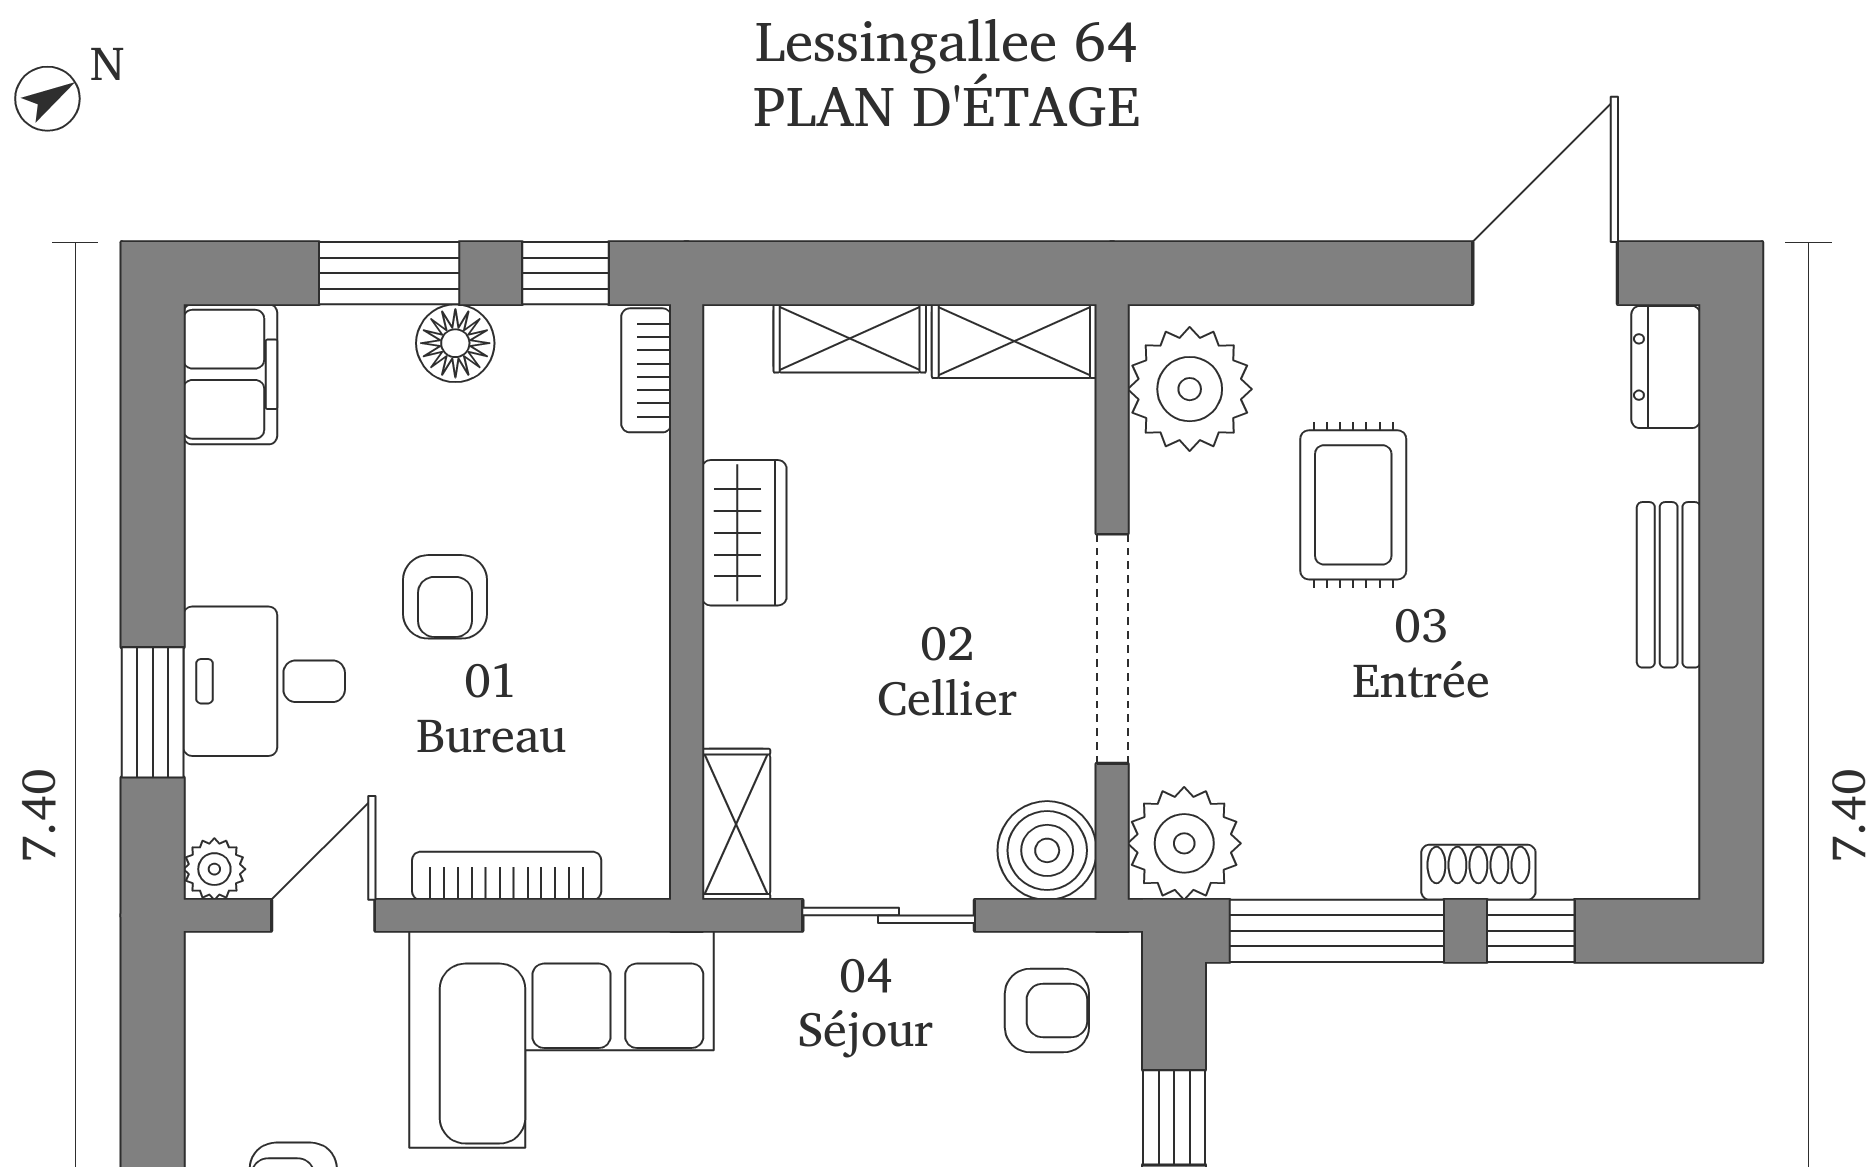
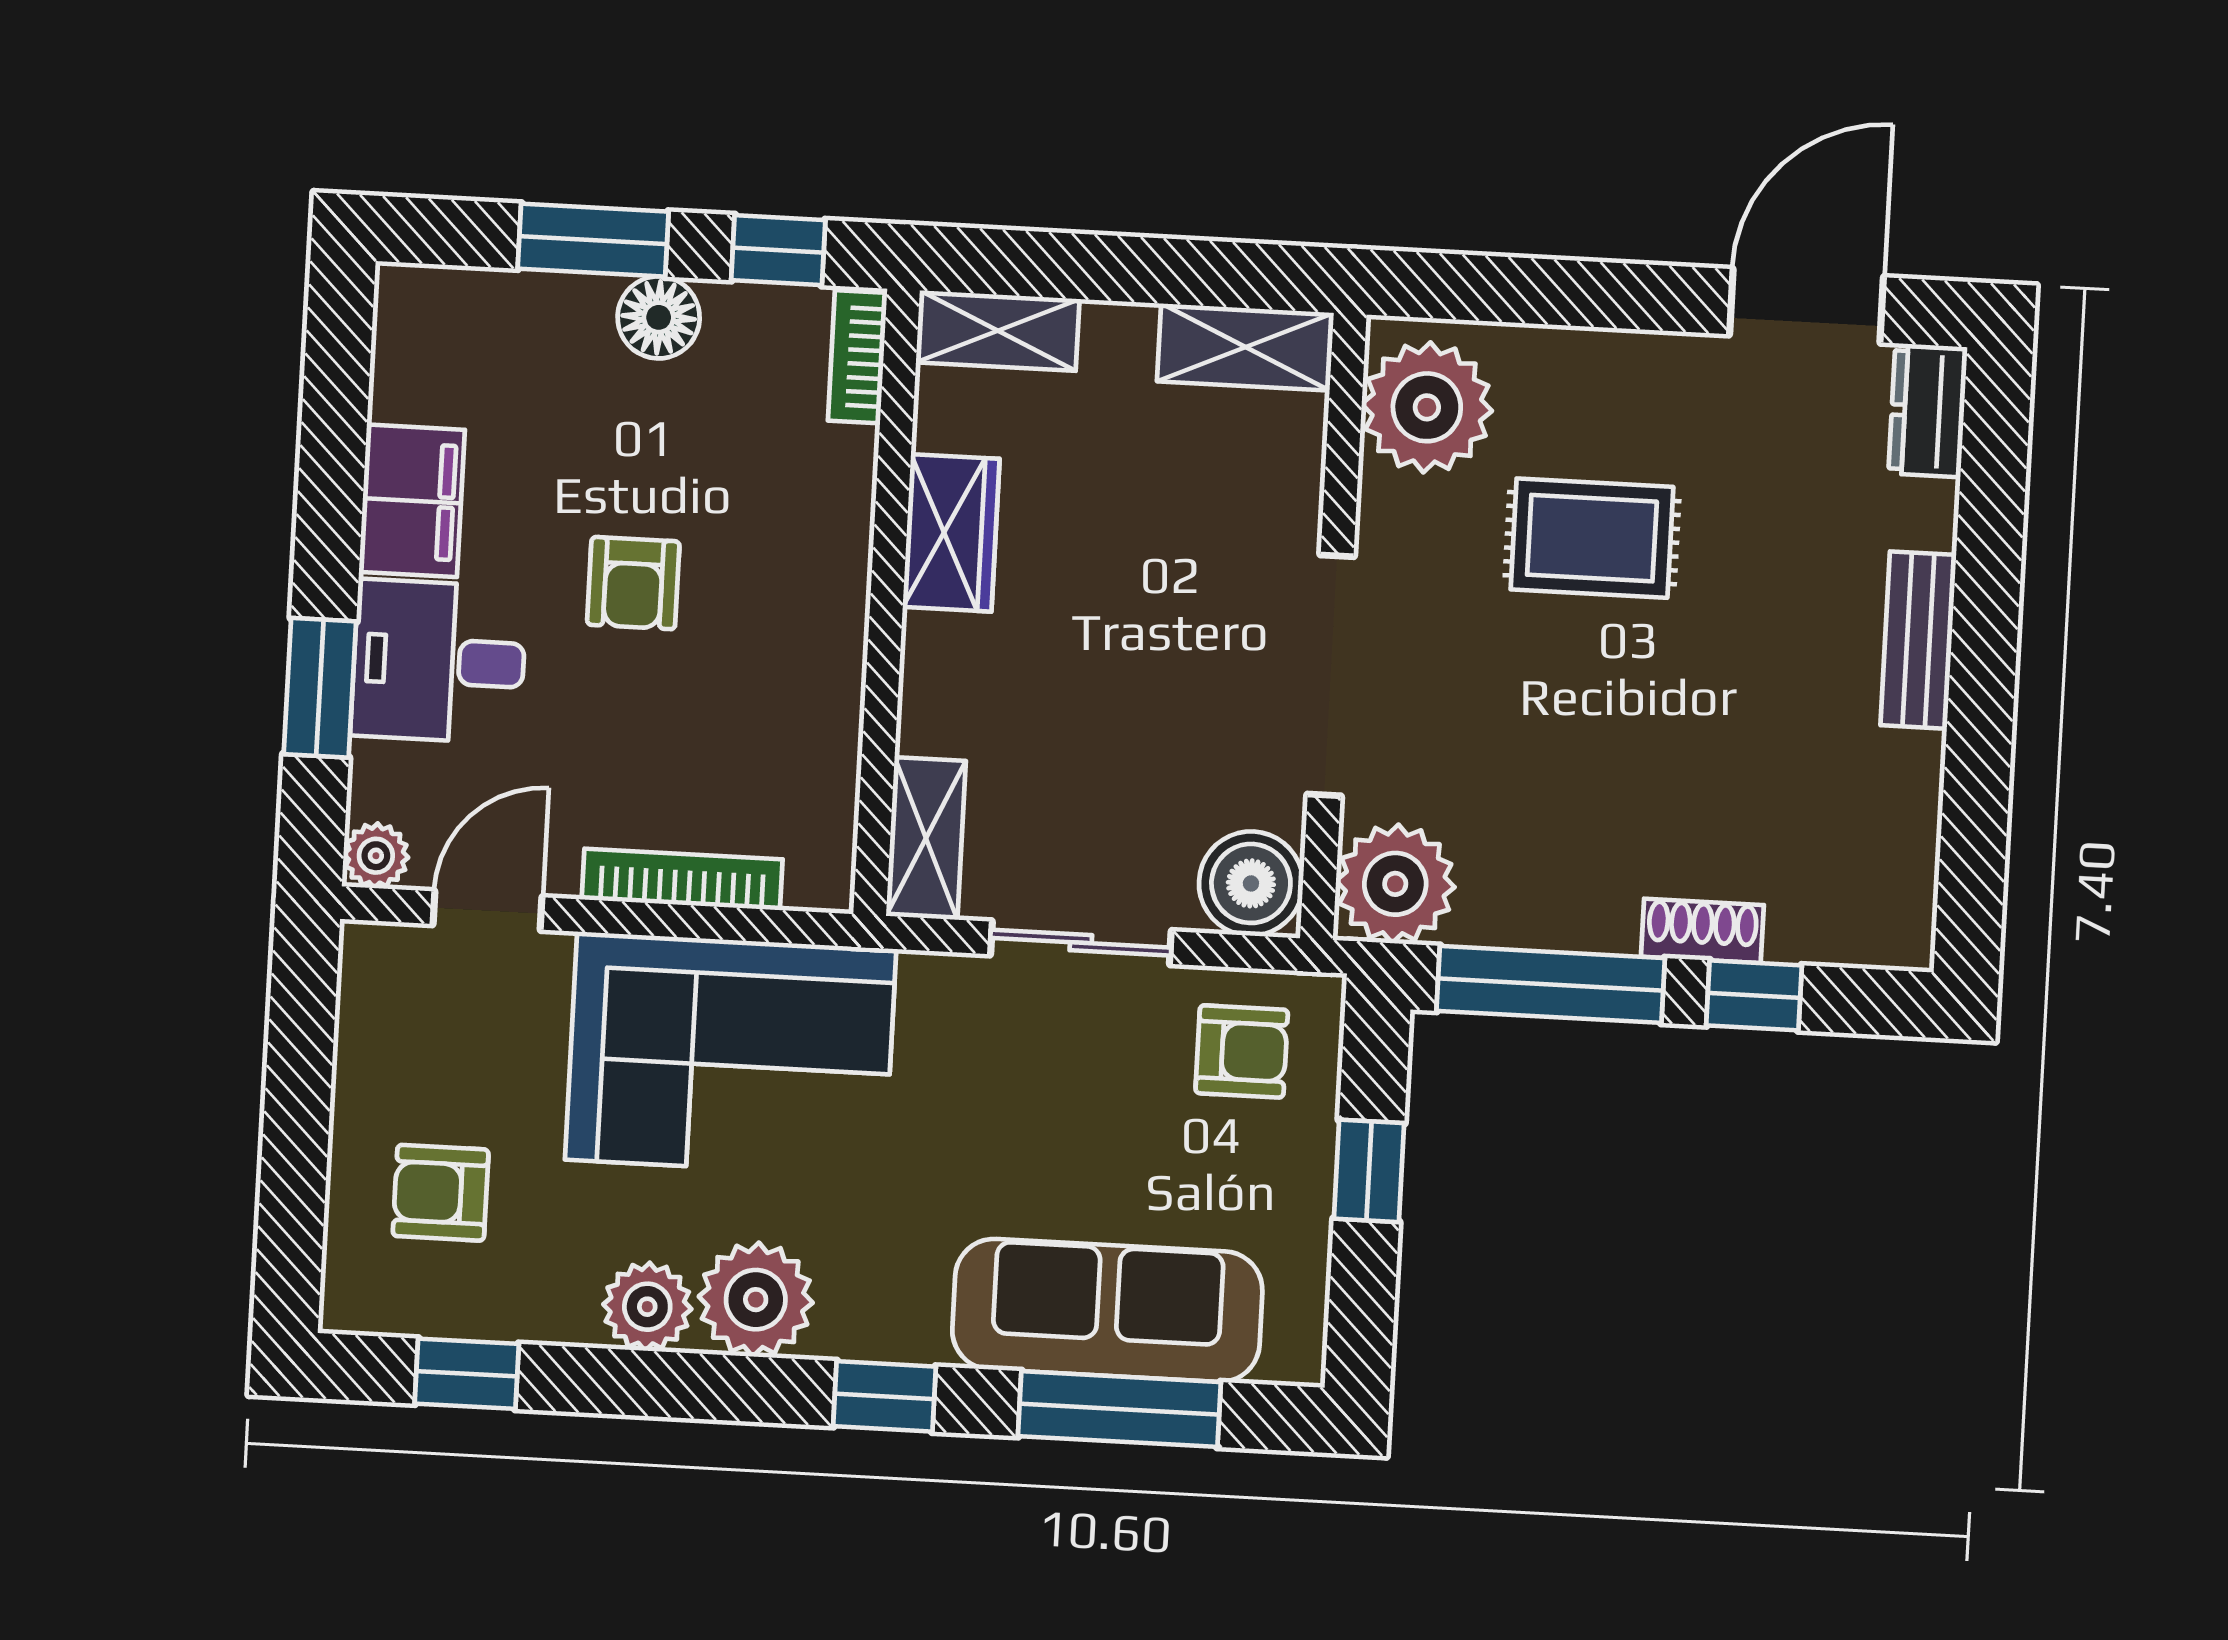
shelving: (850, 338) -> (998, 331), moved
filing cabinet: (230, 374) -> (412, 501), moved
rug: (1353, 505) -> (1592, 538), turned 90

